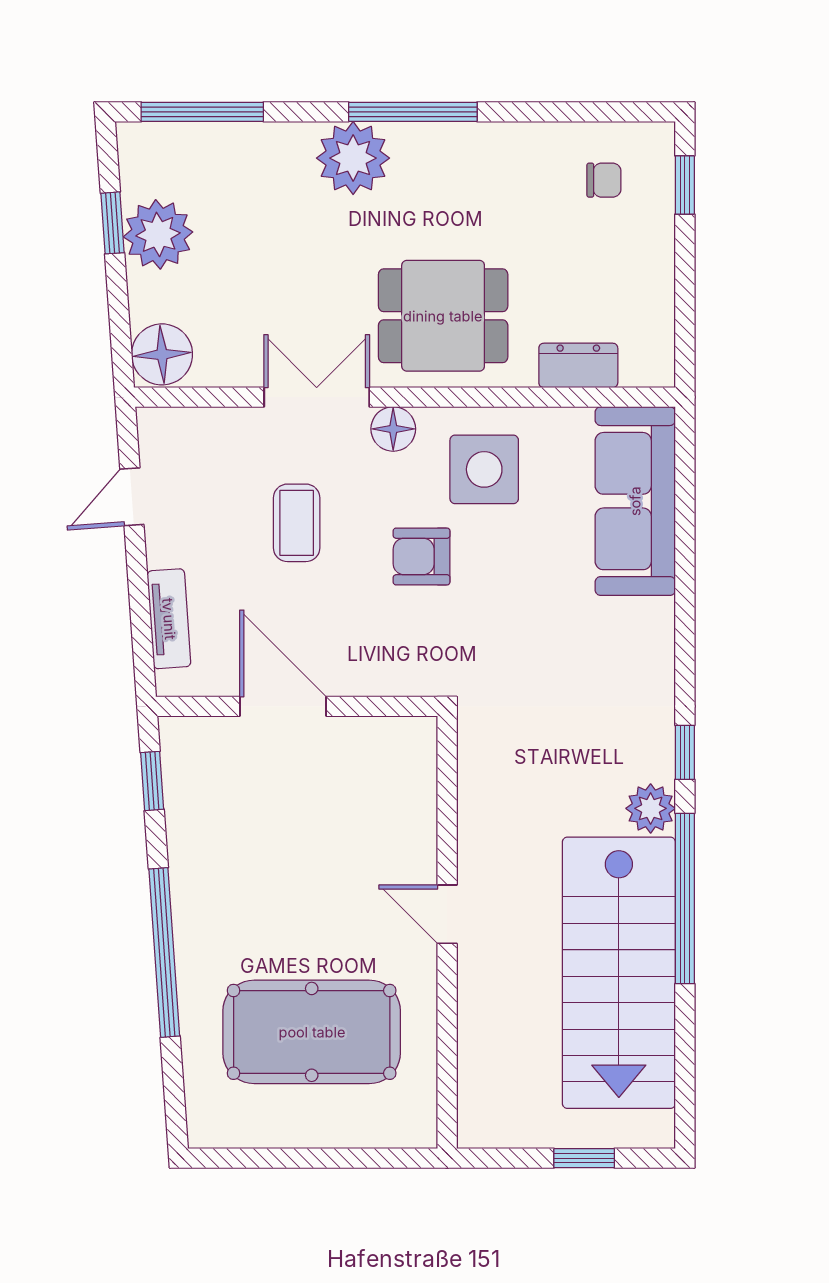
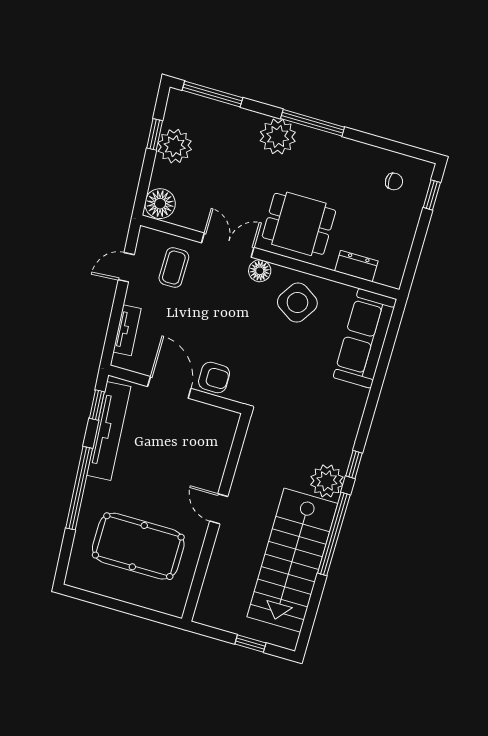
side table: (484, 469) -> (297, 303), turned 33
coffee table: (297, 523) -> (174, 268), moved
armchair: (422, 556) -> (214, 377), moved, turned 180
plant: (651, 808) -> (327, 481), width x1.36, depth x1.36
tv unit: (190, 825) -> (109, 431), added

